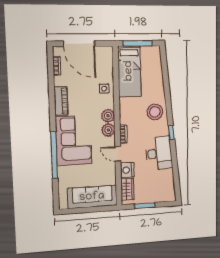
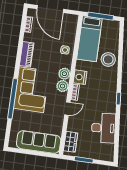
stool: (155, 112) -> (108, 59), moved
desk: (159, 153) -> (103, 128), moved
door: (118, 154) -> (67, 109), swing flipped
nightstand: (127, 170) -> (80, 77), moved

